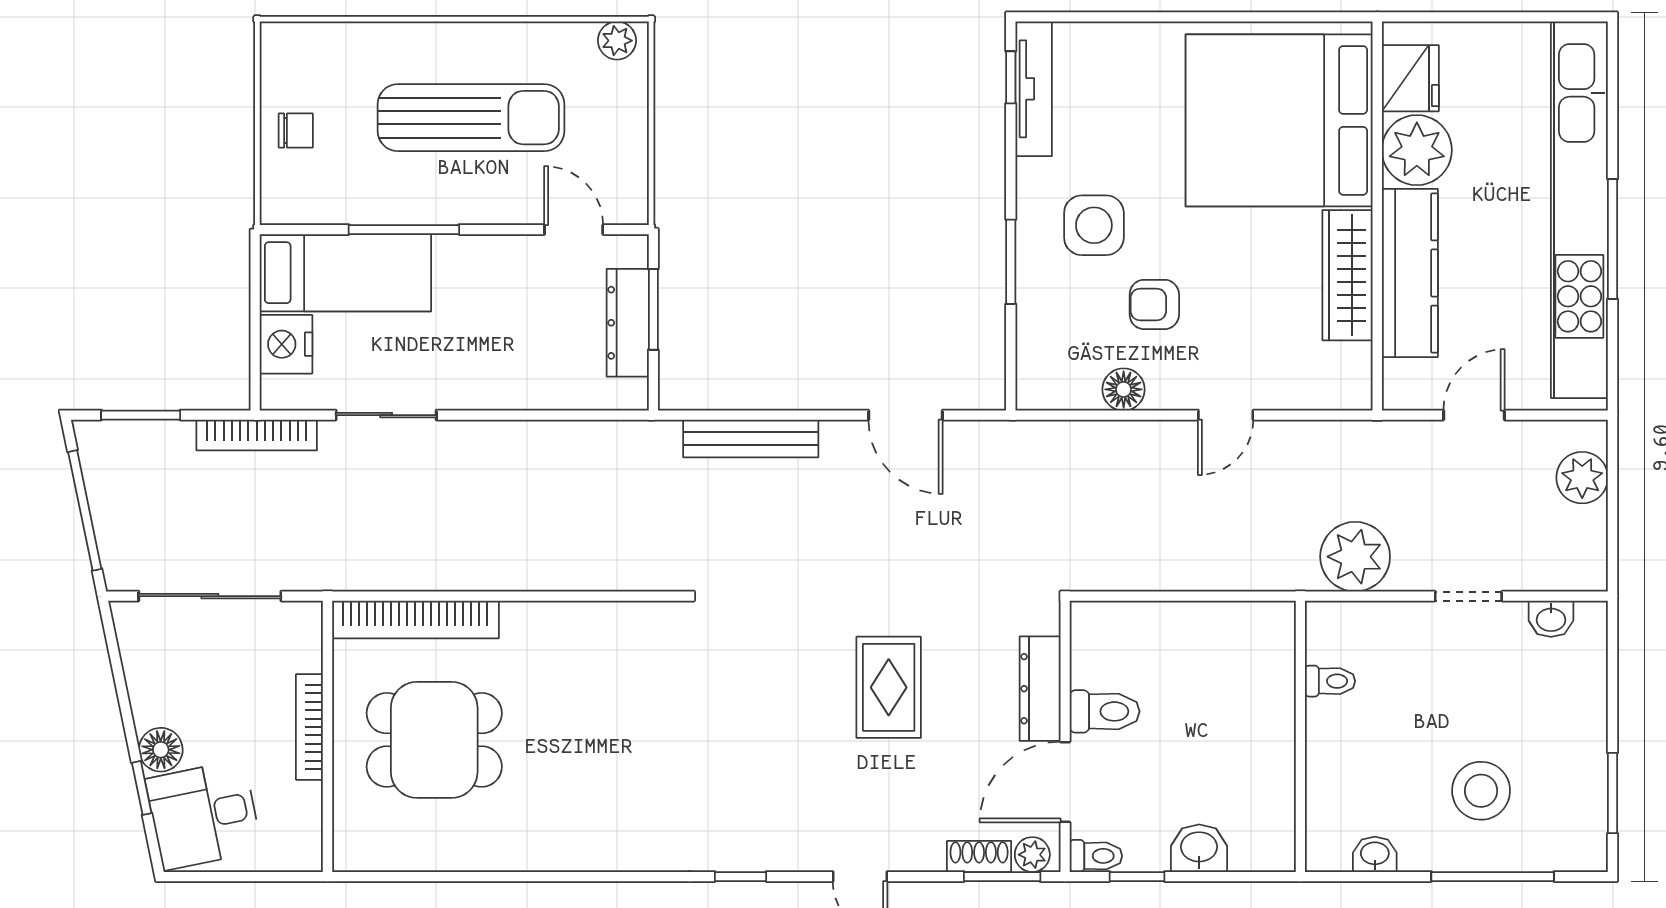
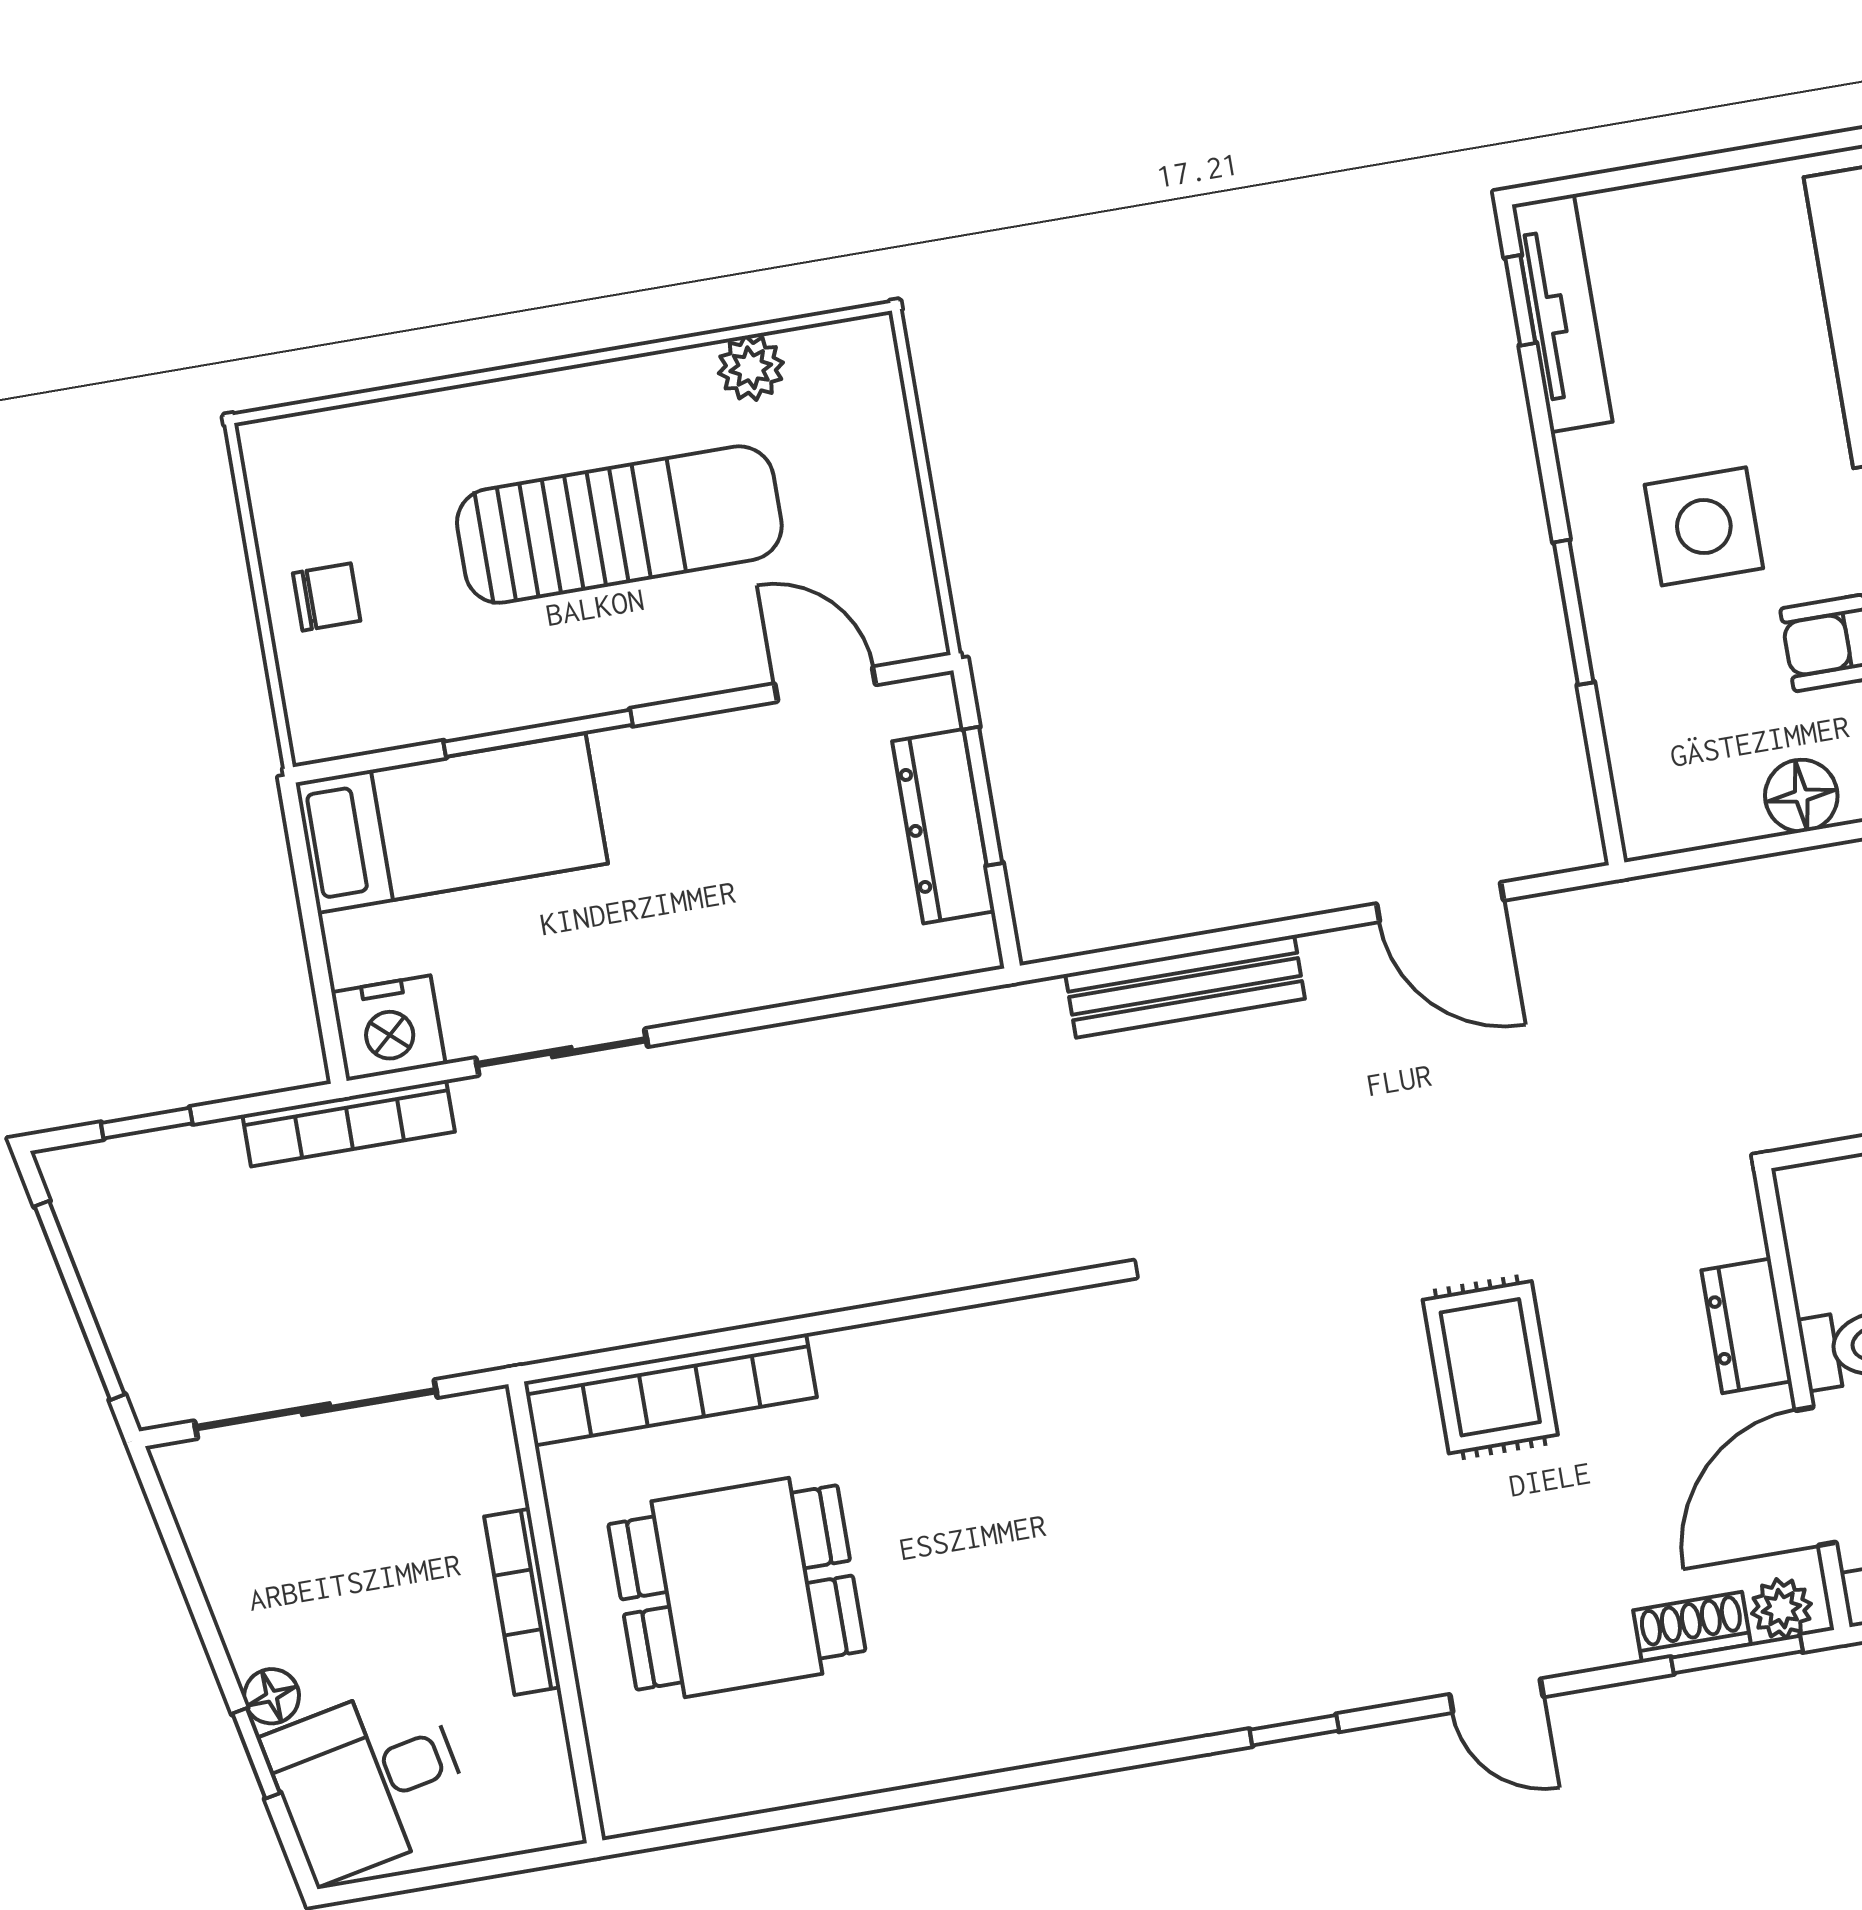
plant: (617, 41) -> (751, 368), moved
nightstand: (286, 344) -> (388, 1028), moved, turned -90
window: (141, 415) -> (147, 1123), width x0.67
dresser: (1040, 689) -> (1747, 1326), width x0.70
floor lamp: (161, 750) -> (272, 1696), width x0.73, depth x0.73

